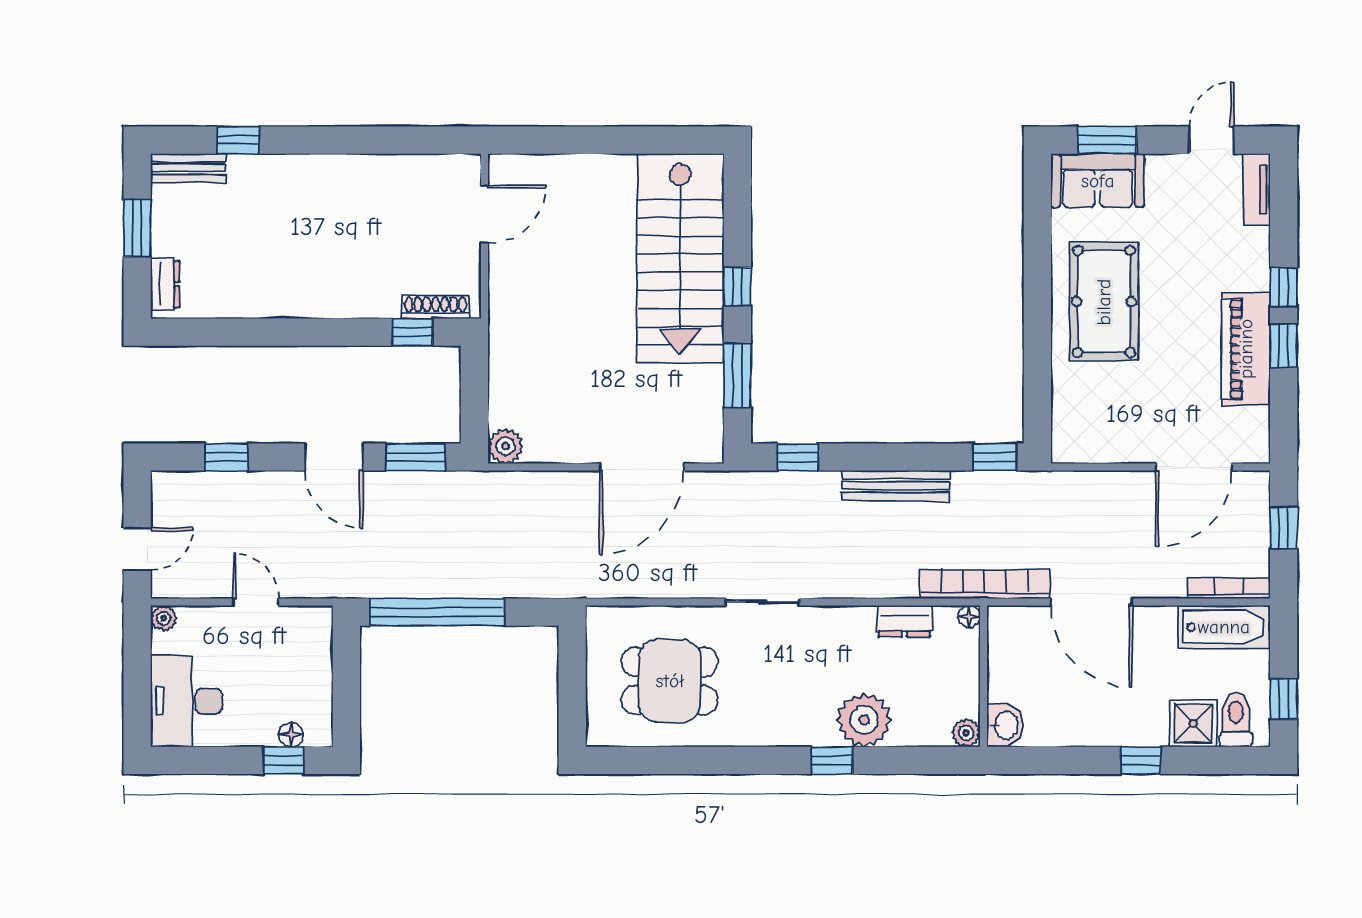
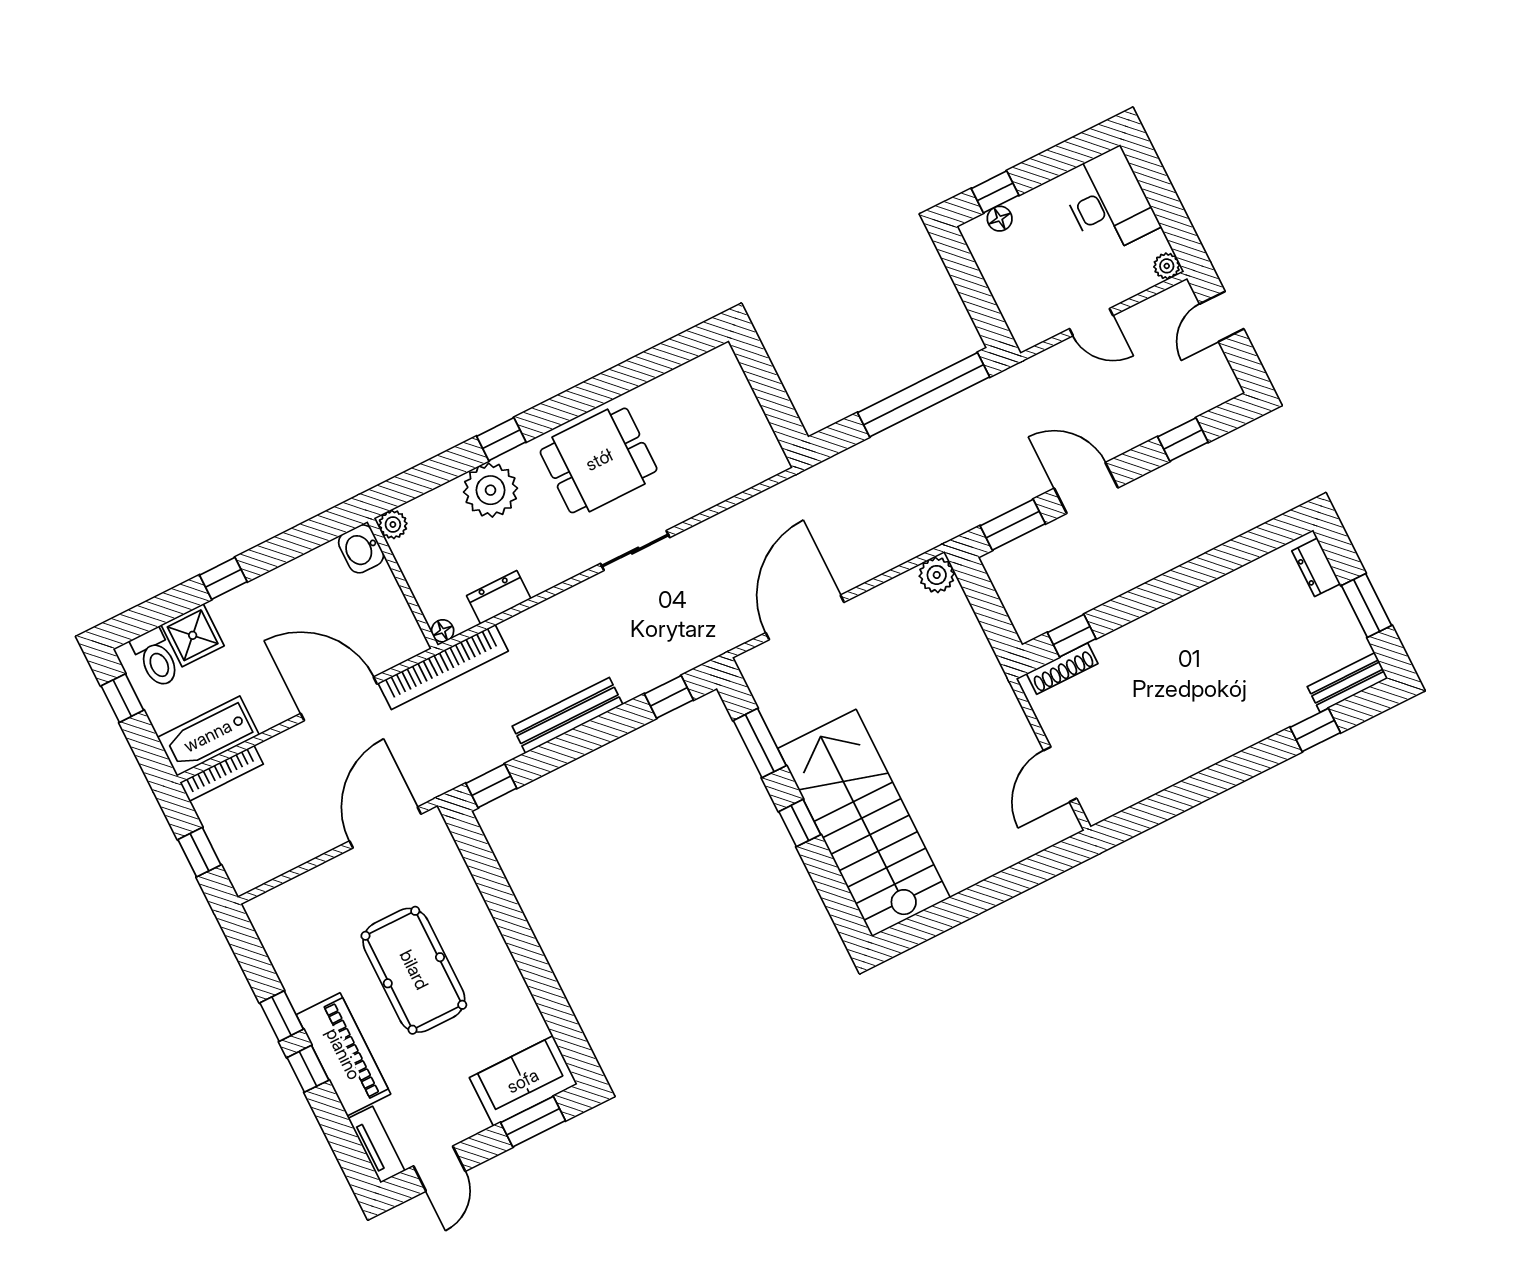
pool table: (1104, 302) -> (414, 970), moved
piano: (1246, 349) -> (343, 1054), moved
door: (1194, 467) -> (385, 827), moved
dining table: (670, 681) -> (599, 460), moved

